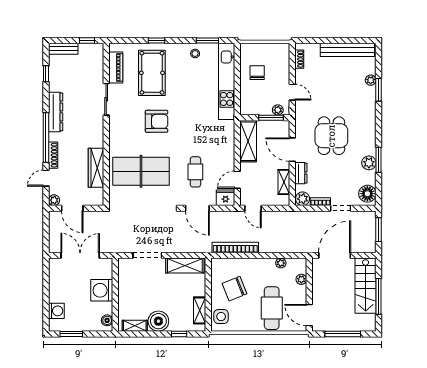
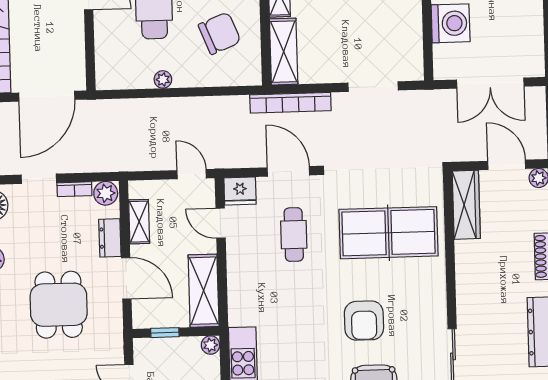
plant: (278, 110) -> (210, 345), moved
window: (271, 118) -> (165, 333), width x0.67
armchair: (157, 121) -> (364, 321), turned -90
wardrobe: (96, 168) -> (466, 205), moved
door: (237, 180) -> (221, 223), swing flipped
bookcase: (235, 247) -> (290, 103), moved
plant: (281, 263) -> (163, 79), moved
shelving: (185, 266) -> (284, 52), moved, turned 90
plant: (301, 279) -> (104, 53), removed

